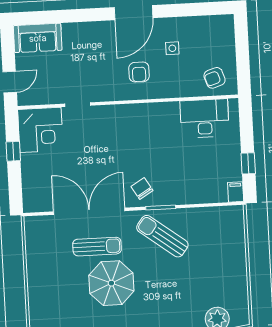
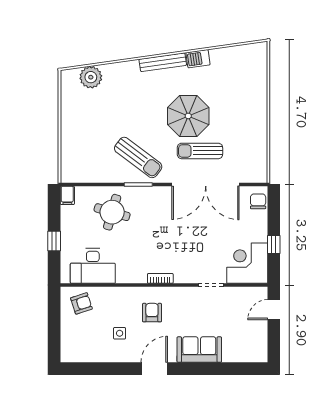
door: (134, 13) -> (154, 369), width x0.73
sofa: (38, 38) -> (199, 350), moved
bookcase: (132, 109) -> (160, 278), added
window: (248, 163) -> (54, 241), moved
round table: (187, 177) -> (112, 212), added
chair: (142, 188) -> (258, 201), moved, turned -149

